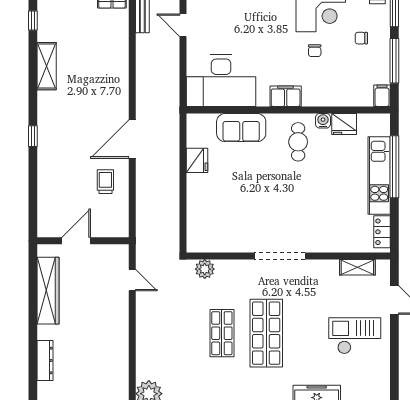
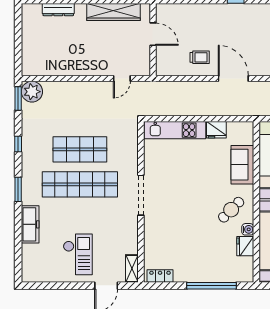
cafe table: (298, 142) -> (231, 210), turned -45
kitchen unit: (379, 175) -> (175, 130), moved, turned 180
shelving: (357, 267) -> (132, 268), moved
plant: (205, 269) -> (131, 136), removed
shop shelf: (222, 333) -> (80, 149), width x1.43, depth x1.36
shop shelf: (266, 333) -> (80, 184), width x1.40

